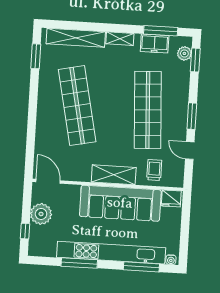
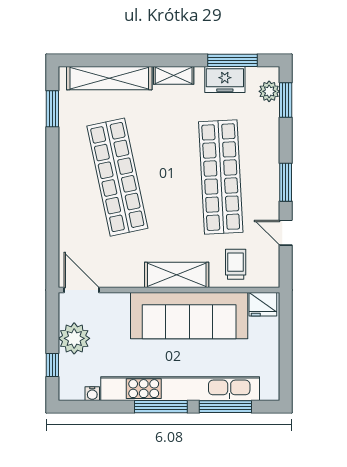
water cooler: (171, 260) -> (92, 394), moved
window: (79, 263) -> (161, 407), moved

